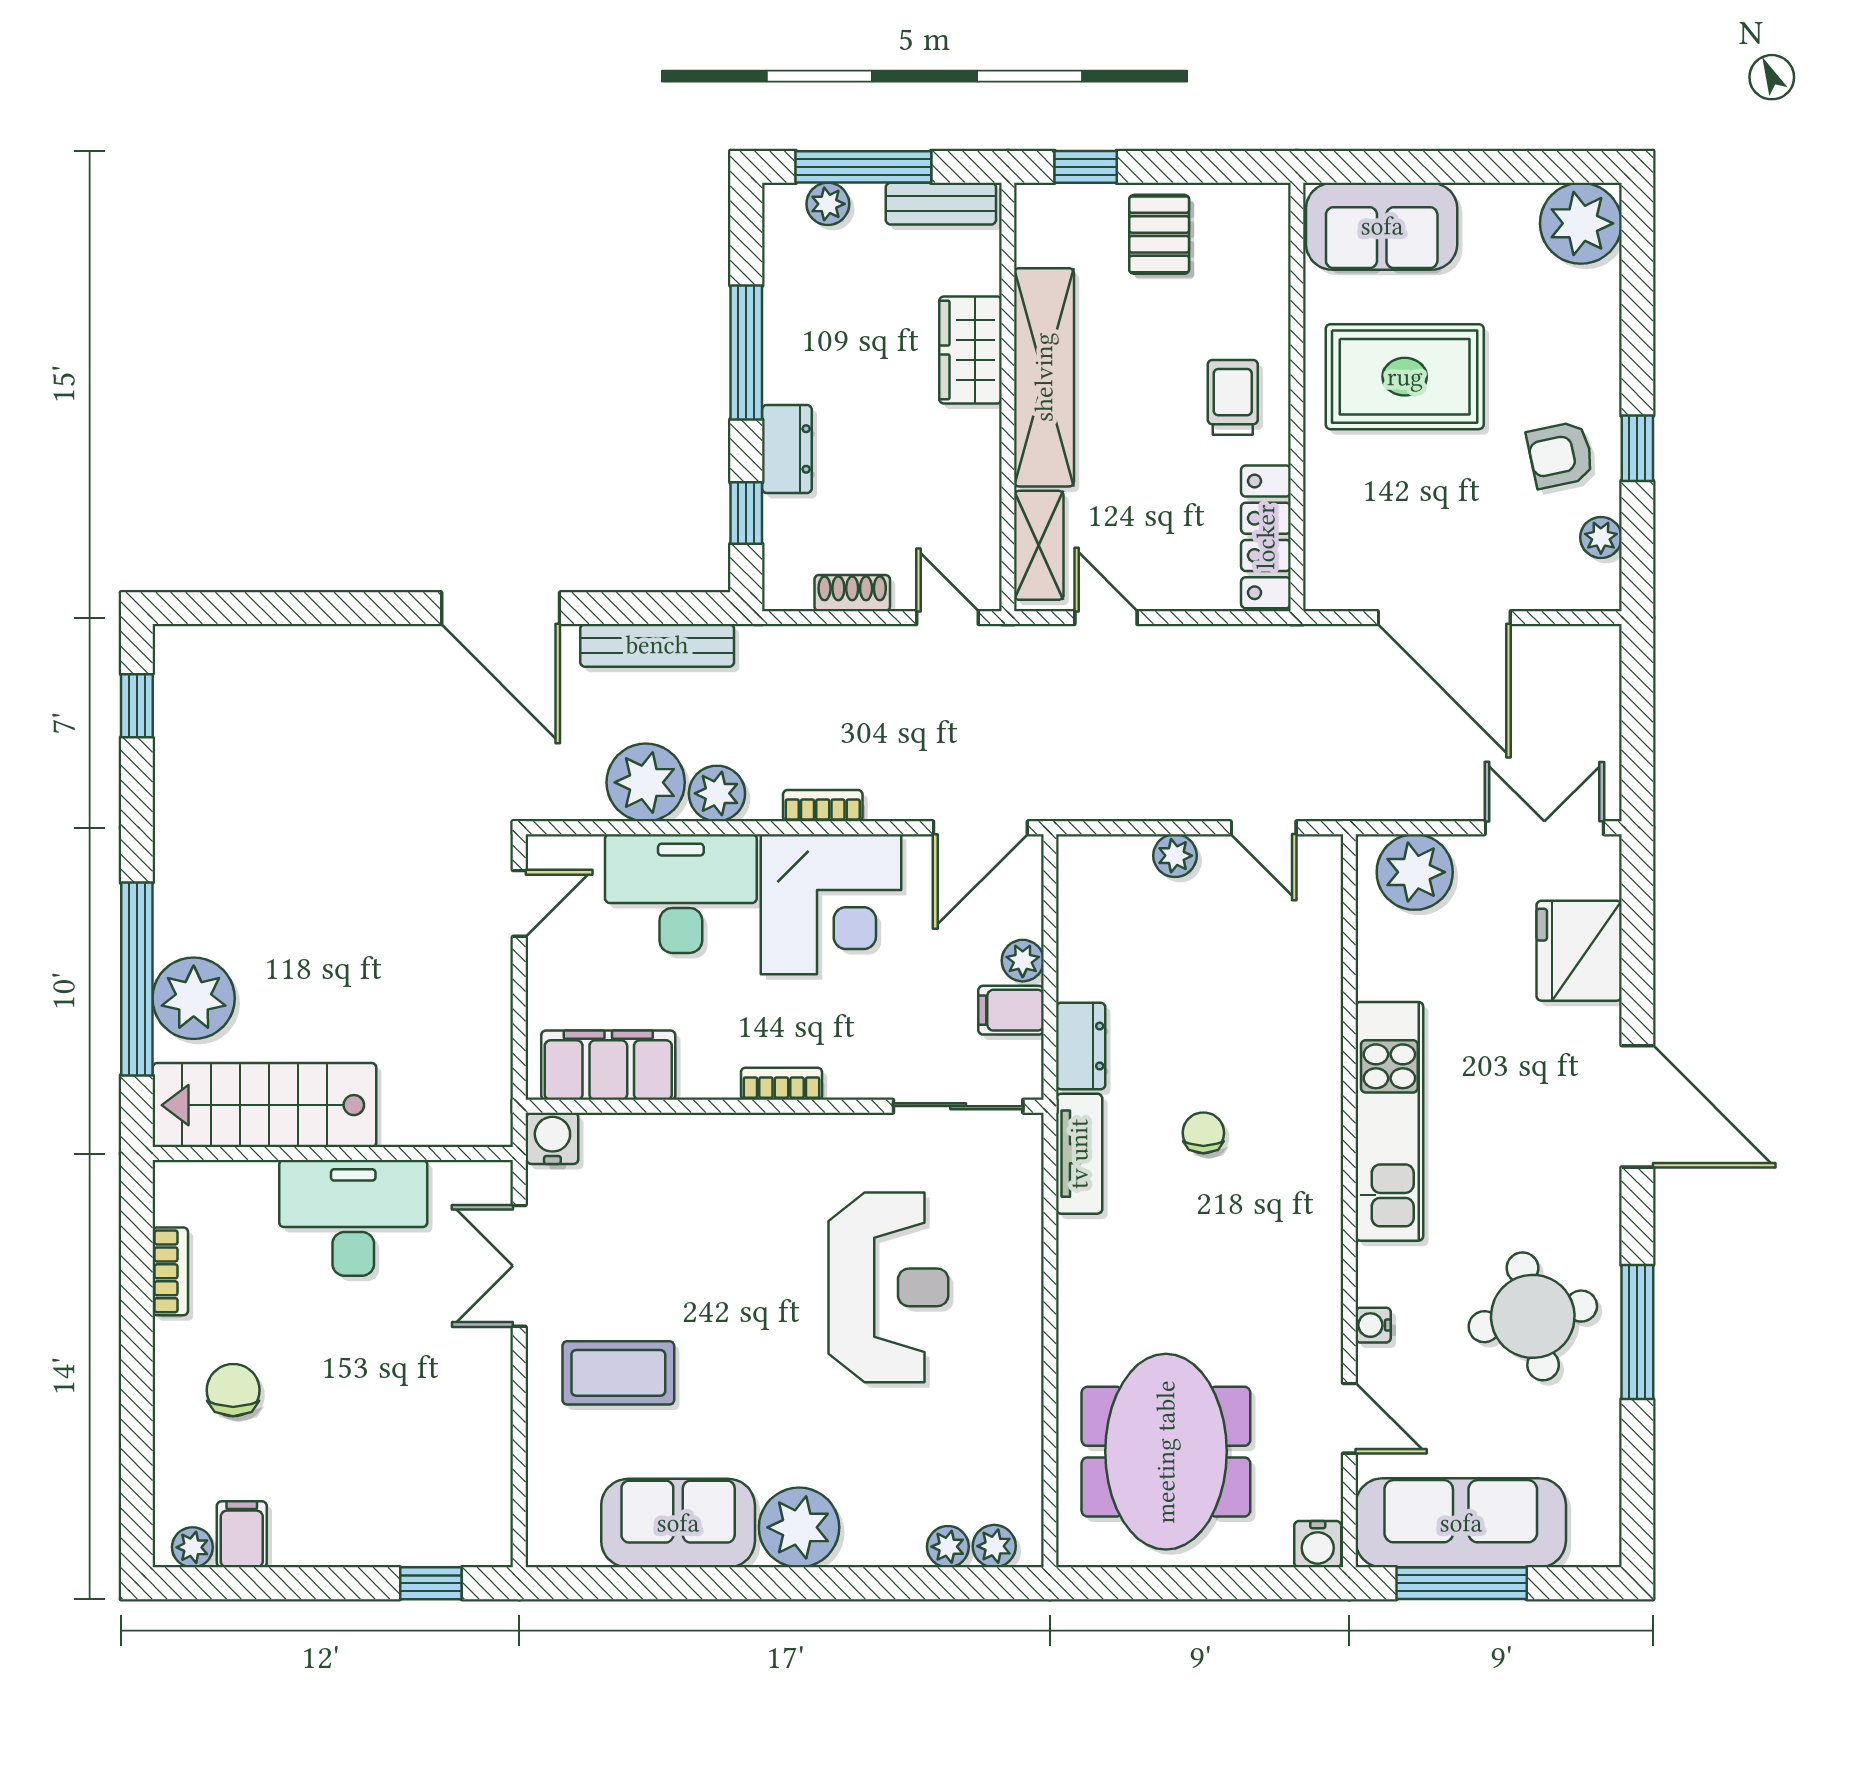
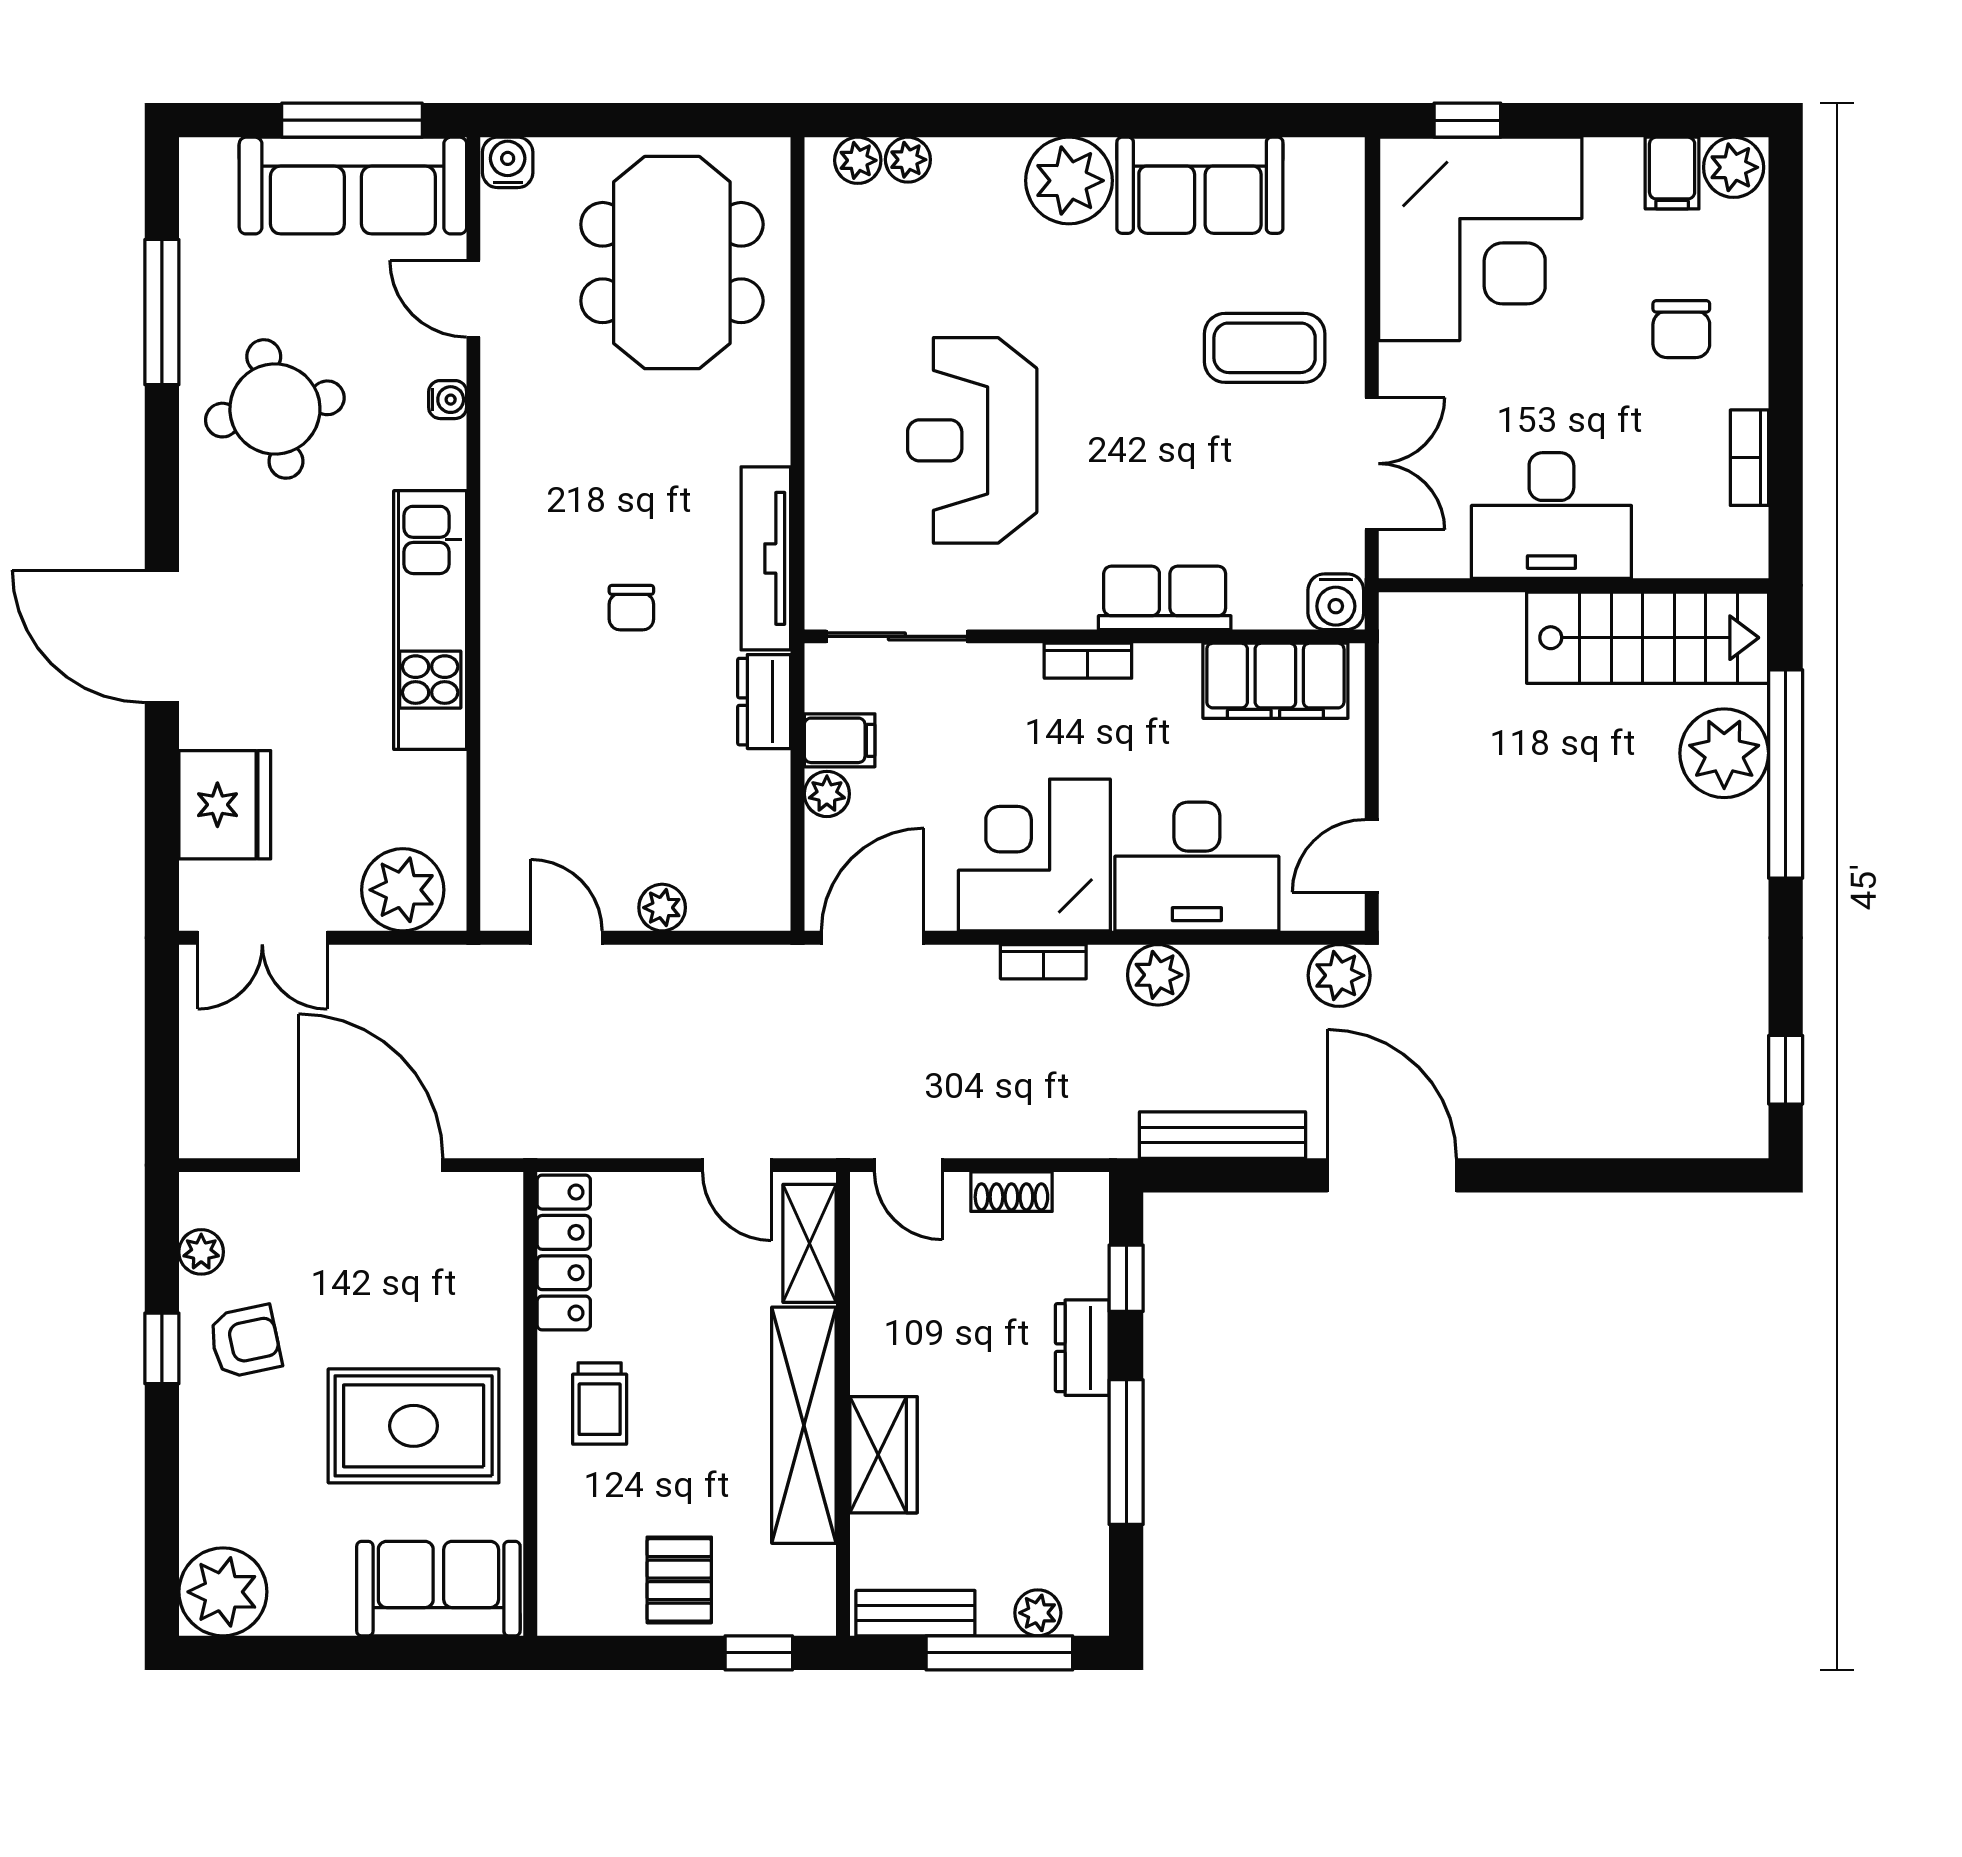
plant: (646, 782) -> (1339, 975), moved, width x0.73, depth x0.73
row of seats: (711, 1142) -> (1165, 598), added
tv unit: (1079, 1154) -> (766, 558), width x1.41
window: (1637, 1332) -> (162, 312), moved
corner desk: (419, 1474) -> (1480, 239), added
plant: (192, 1547) -> (1734, 167), width x1.38, depth x1.38

